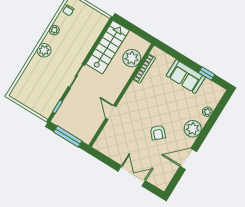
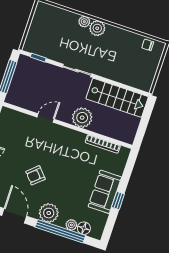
plant: (54, 30) -> (84, 22), moved
plant: (132, 58) -> (82, 118), moved
window: (207, 74) -> (118, 201), moved
floor lamp: (213, 102) -> (84, 228), added
window: (211, 122) -> (60, 231), added

